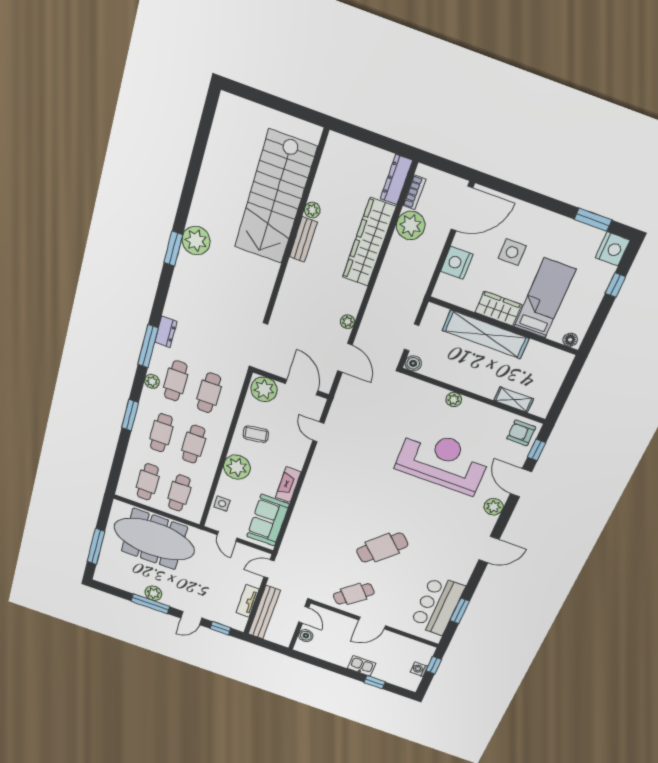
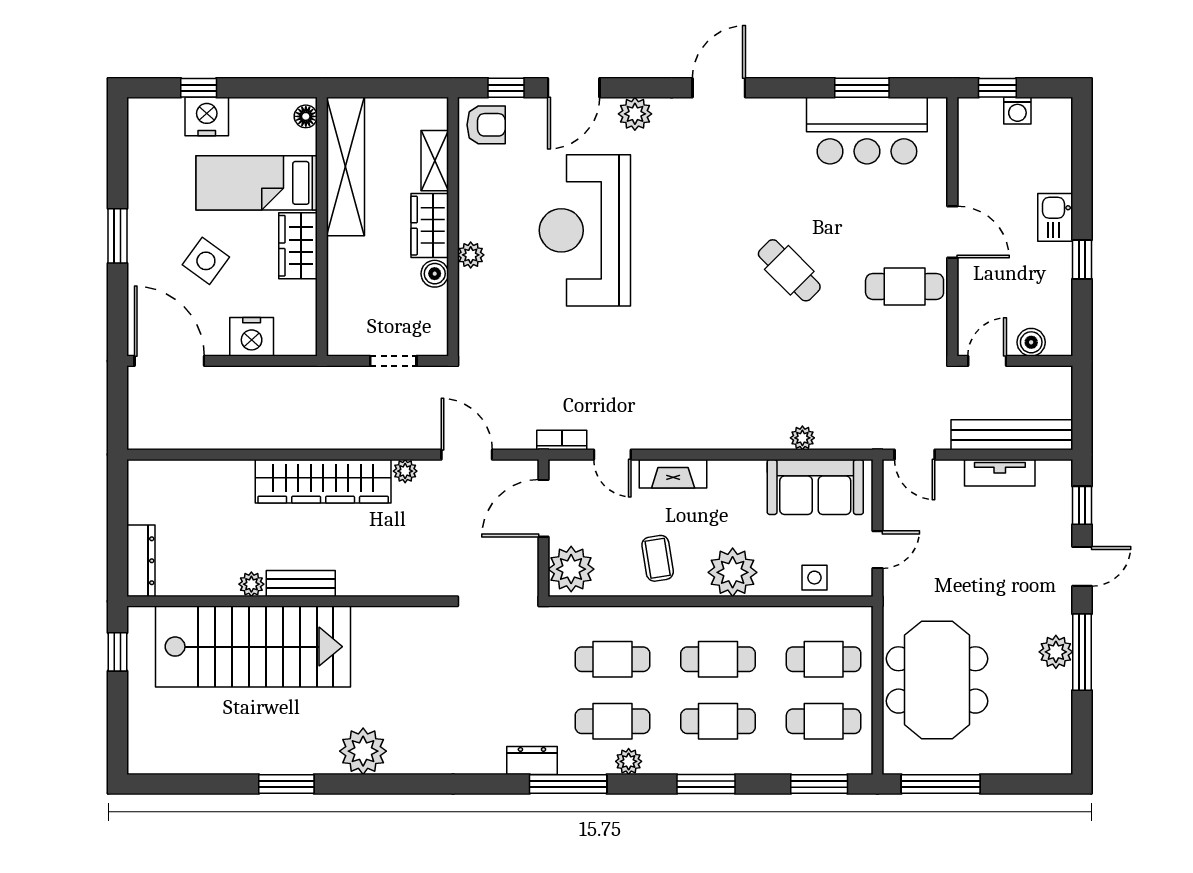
window: (298, 111) -> (117, 652), added
dresser: (396, 180) -> (141, 561), moved, turned -90
bookcase: (414, 192) -> (562, 440), moved
window: (593, 220) -> (117, 236), moved
plant: (411, 225) -> (802, 438), moved, width x0.53, depth x0.53
wardrobe: (369, 242) -> (323, 481), moved
window: (173, 249) -> (286, 784), moved
nightstand: (613, 249) -> (207, 117), moved
side table: (512, 252) -> (206, 261), turned 36
shelving: (486, 334) -> (345, 167), moved
door: (345, 358) -> (467, 455), hinge flipped
boiler: (413, 363) -> (435, 274), moved
wardrobe: (479, 384) -> (430, 226), added
door: (318, 432) -> (612, 455), hinge flipped
armchair: (521, 433) -> (486, 125), turned -90
window: (116, 469) -> (819, 784), added
fireplace: (288, 485) -> (673, 474), moved
meeting table: (154, 539) -> (937, 680), width x0.73
window: (96, 546) -> (941, 784), moved
cafe table: (382, 548) -> (789, 270), width x0.73, depth x0.74
door: (489, 550) -> (719, 88), hinge flipped
cafe table: (354, 594) -> (905, 286), turned -49
door: (191, 618) -> (1082, 566), hinge flipped
window: (375, 682) -> (1082, 259), moved

